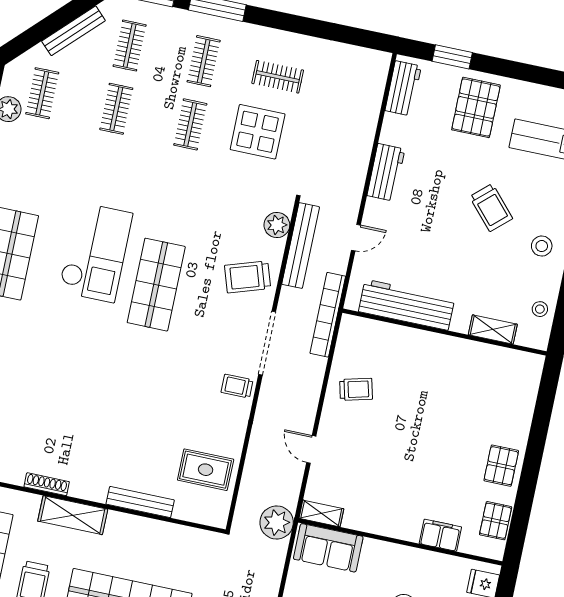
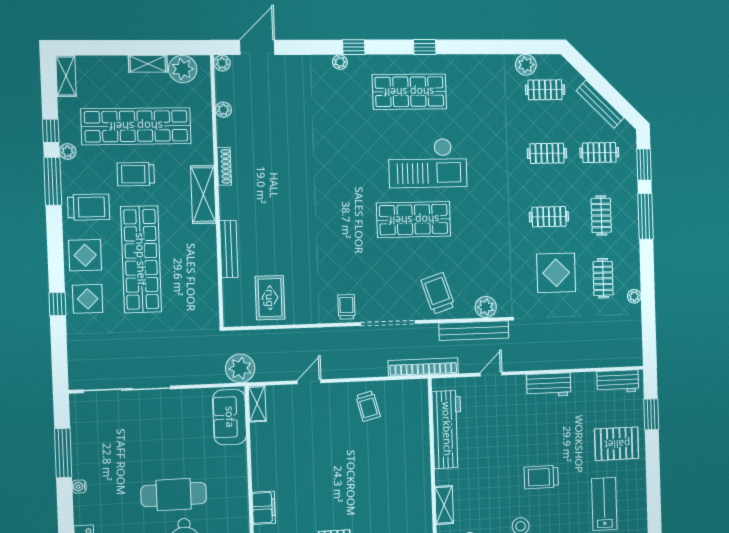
plant: (308, 44) -> (634, 296), added
clothes rail: (204, 61) -> (601, 215), turned 90
trolley: (491, 208) -> (541, 477), turned 42
door: (356, 238) -> (491, 374), swing flipped

